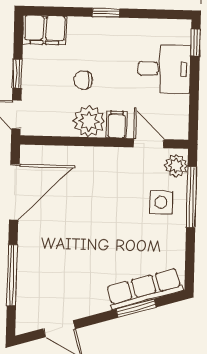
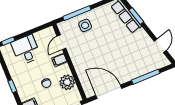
plant: (89, 121) -> (67, 82), moved
plant: (176, 166) -> (66, 26), removed

